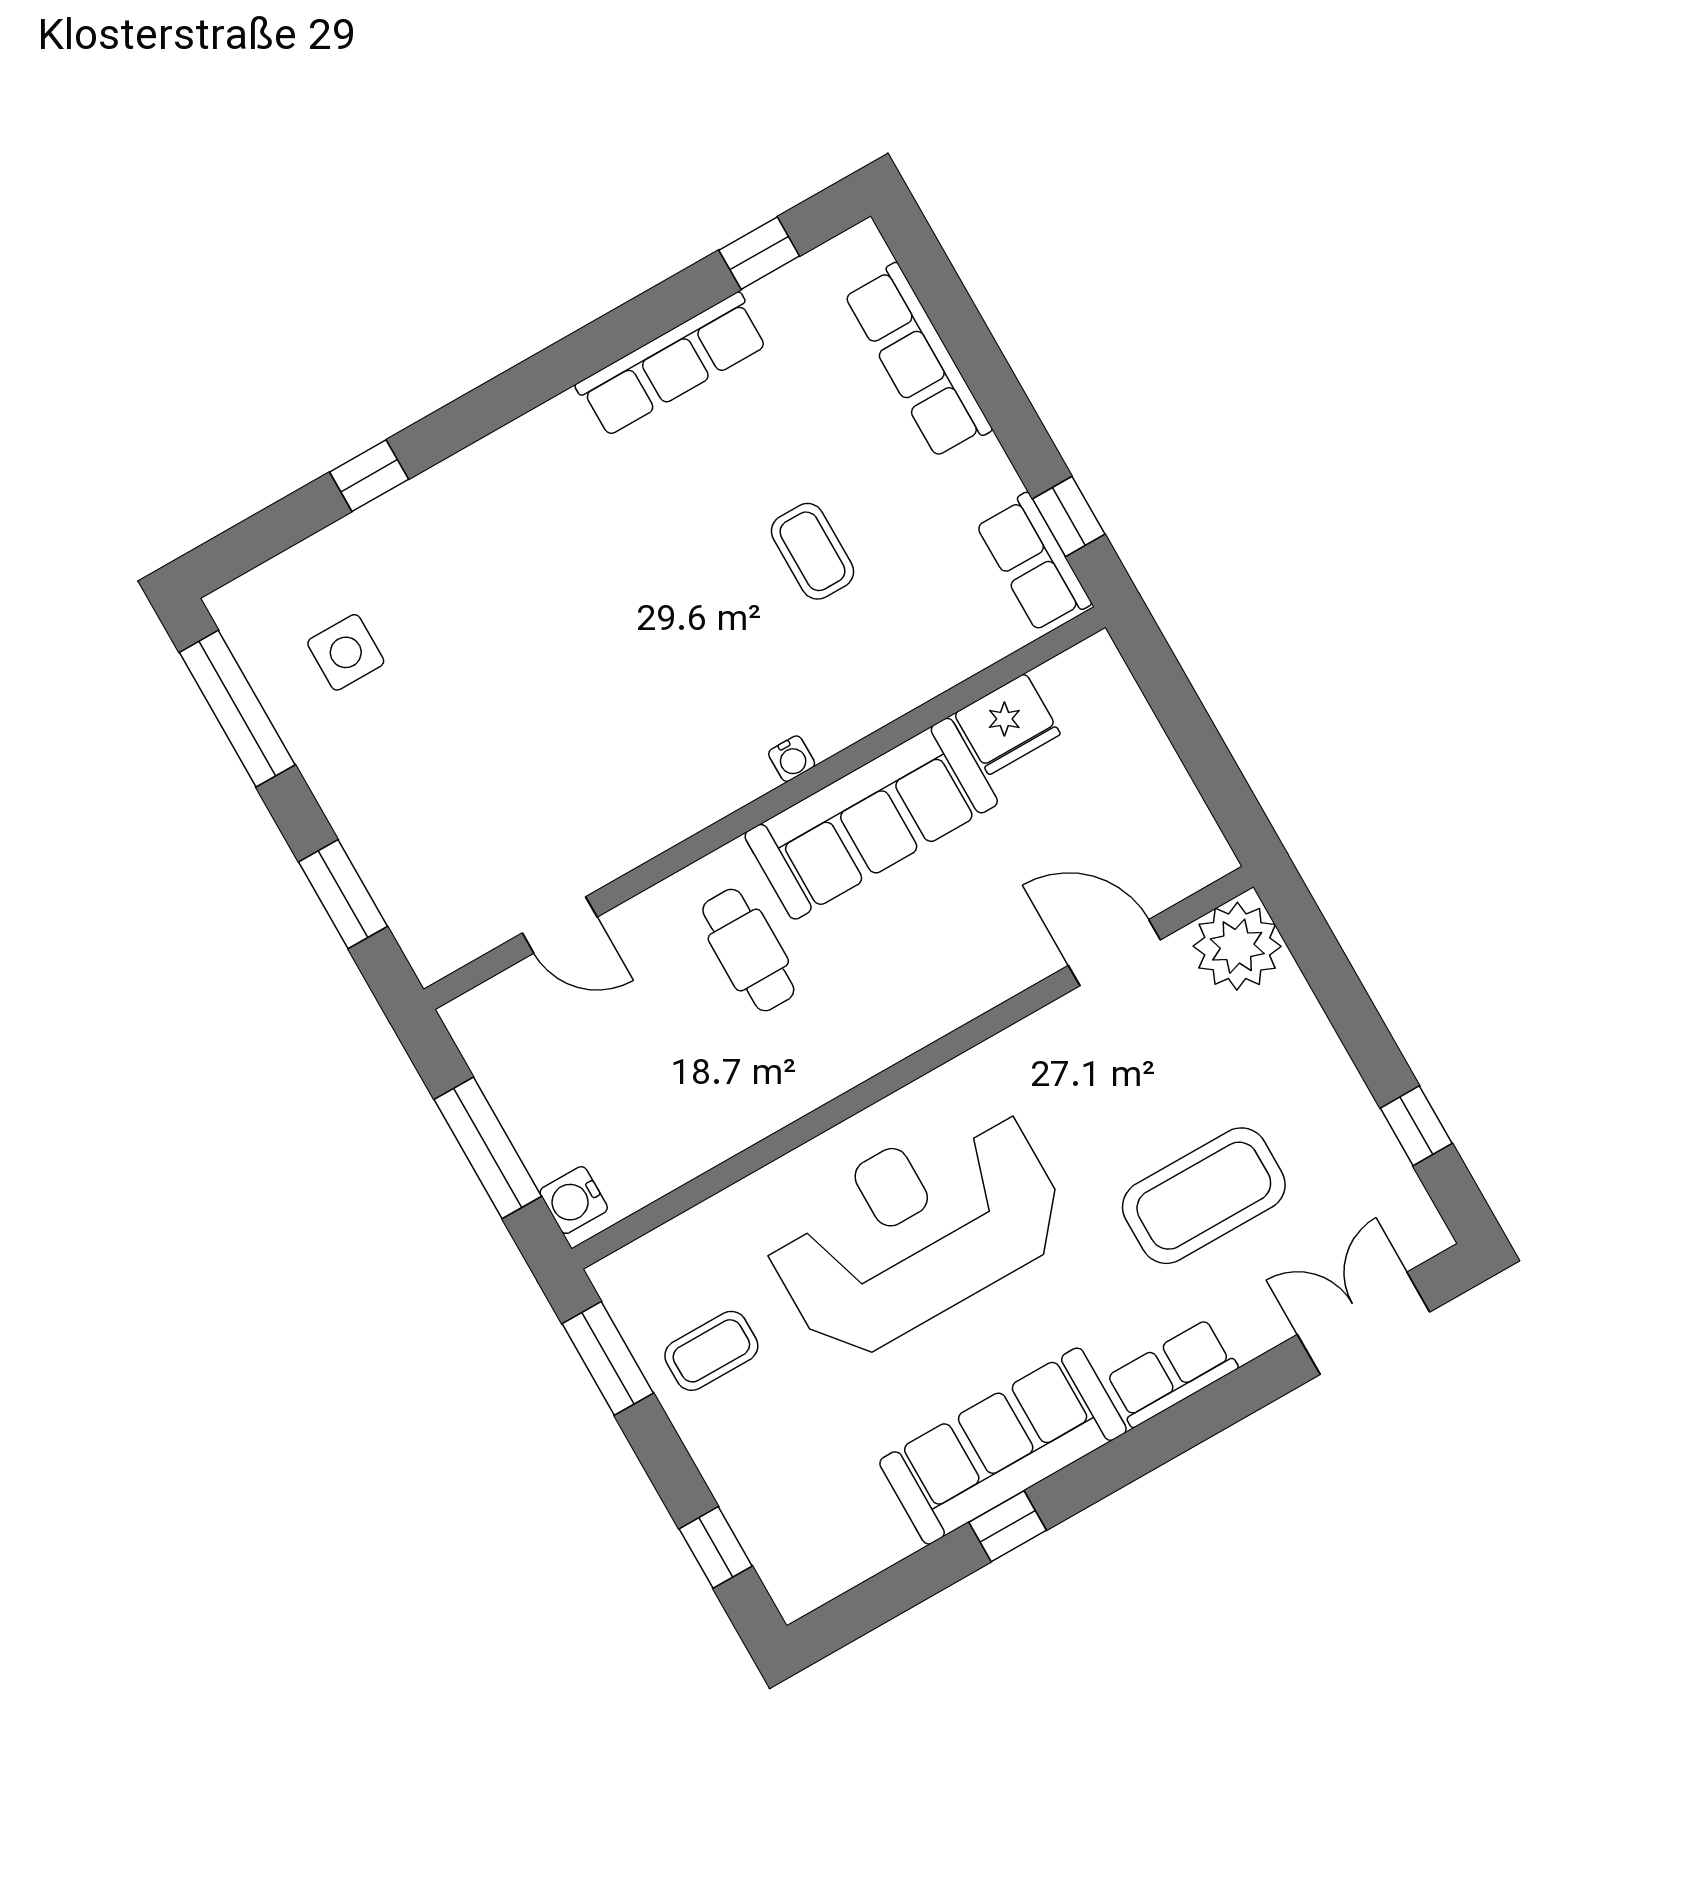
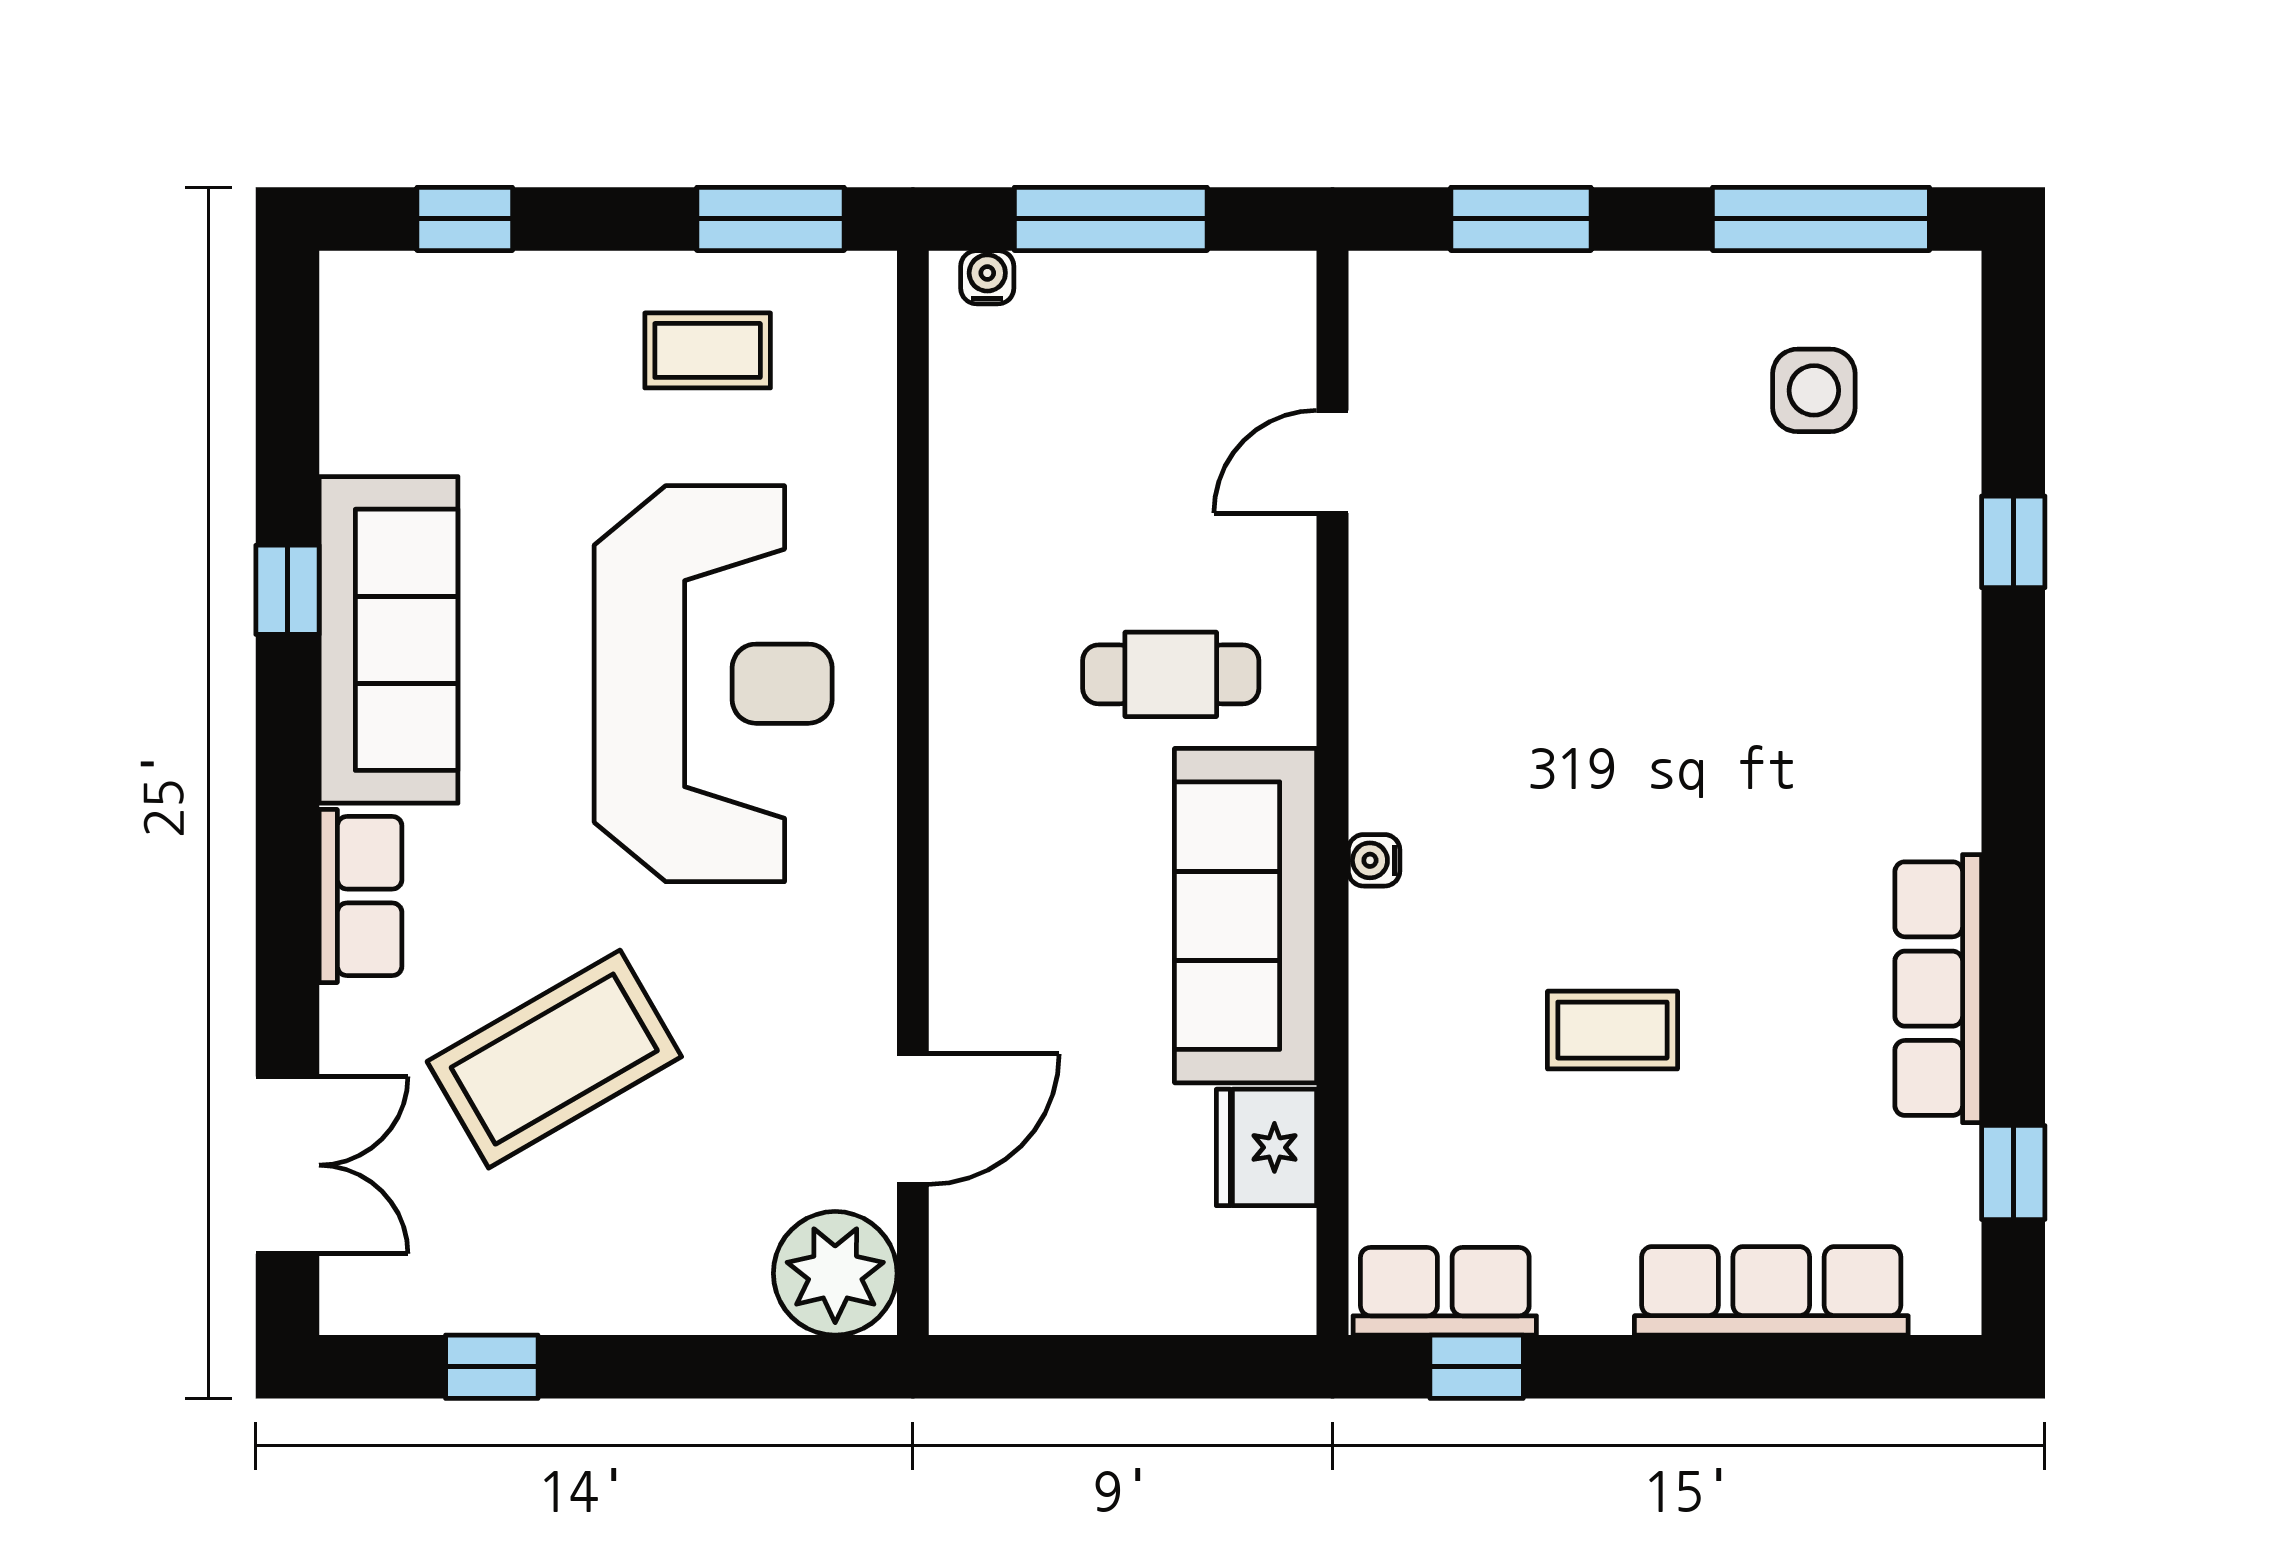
coffee table: (1204, 1196) -> (554, 1059), turned 60
water cooler: (574, 1200) -> (987, 277), width x0.72, depth x0.72
coffee table: (711, 1351) -> (708, 350), turned 90

